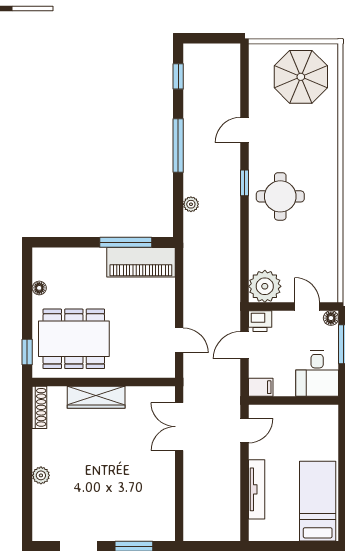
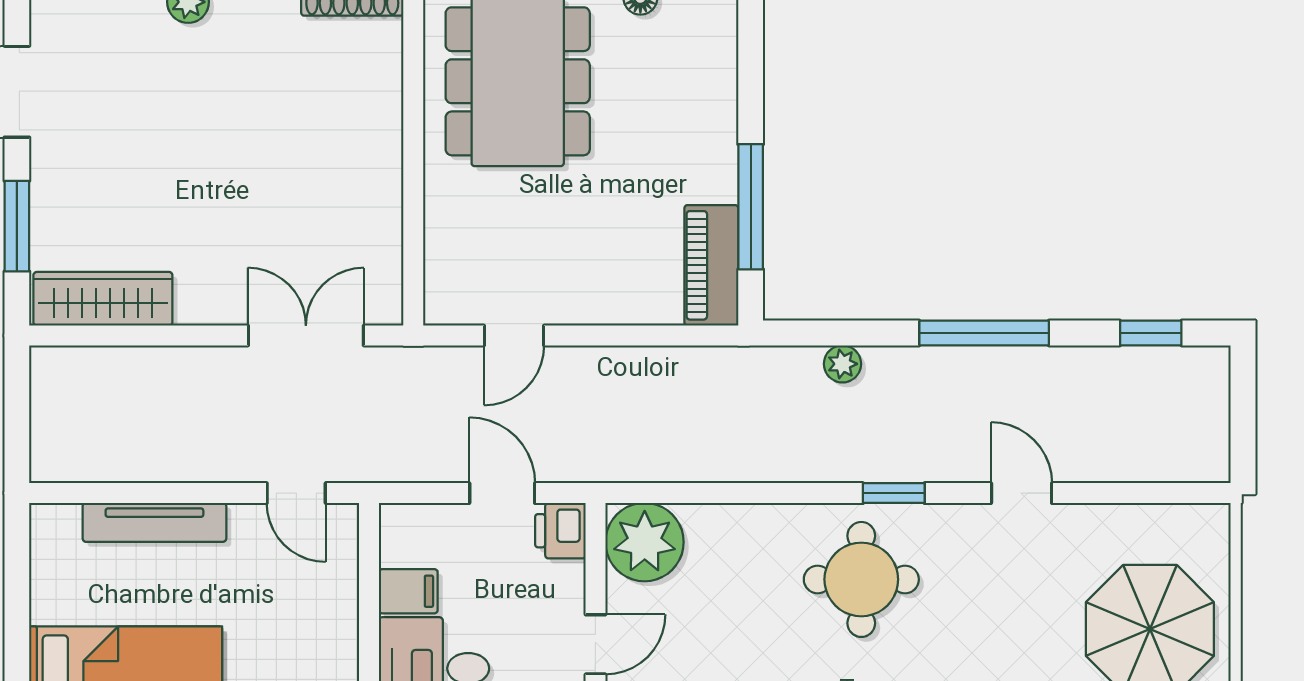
piano: (141, 262) -> (711, 265), width x0.73, depth x0.75
filing cabinet: (261, 387) -> (408, 591), moved, turned -90
wardrobe: (96, 397) -> (103, 299), moved, turned 90

